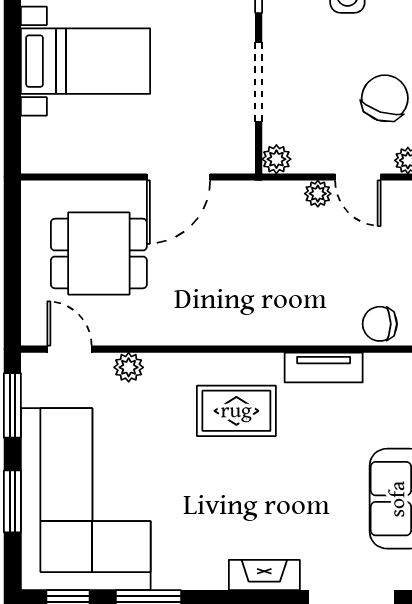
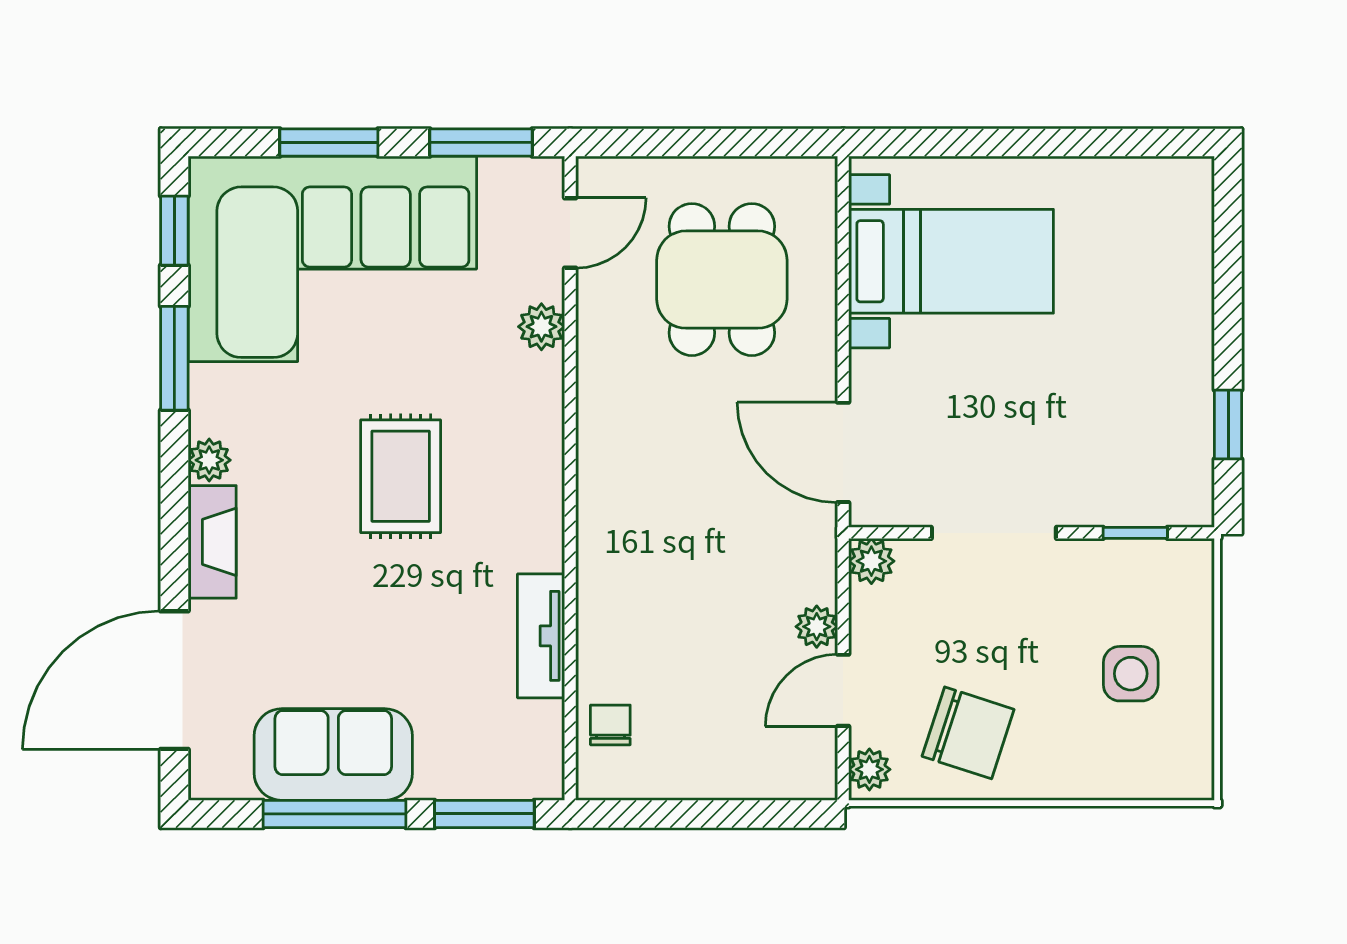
bed with nightstands: (86, 61) -> (951, 261), moved, turned -90
door: (179, 177) -> (843, 452), moved
chair: (380, 324) -> (610, 725), width x0.73, depth x0.73
rug: (236, 411) -> (401, 476), moved
plant: (213, 577) -> (209, 460), added

